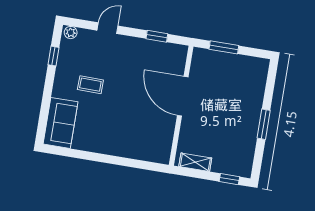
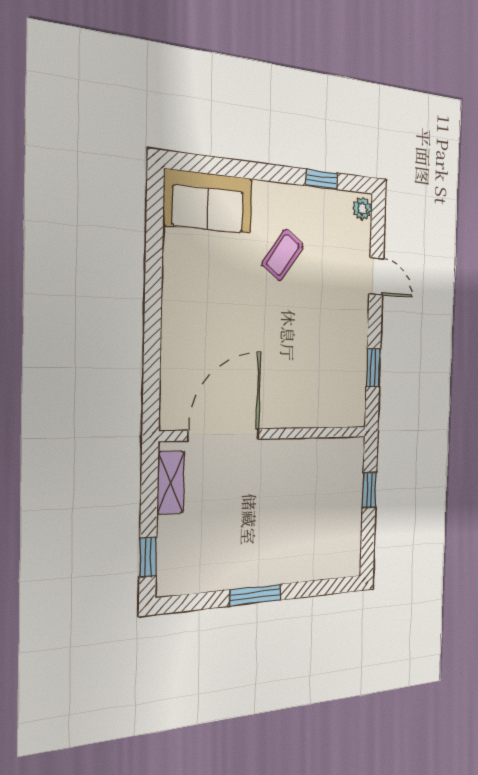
window: (224, 47) -> (369, 490), width x0.67
coffee table: (90, 85) -> (283, 255), turned 34
door: (183, 96) -> (224, 435), moved

